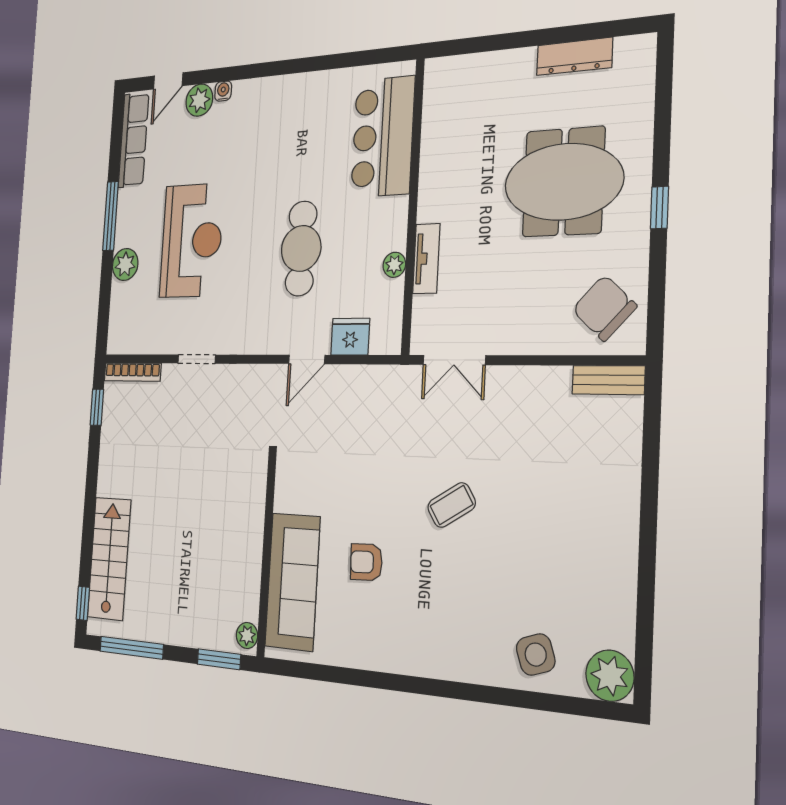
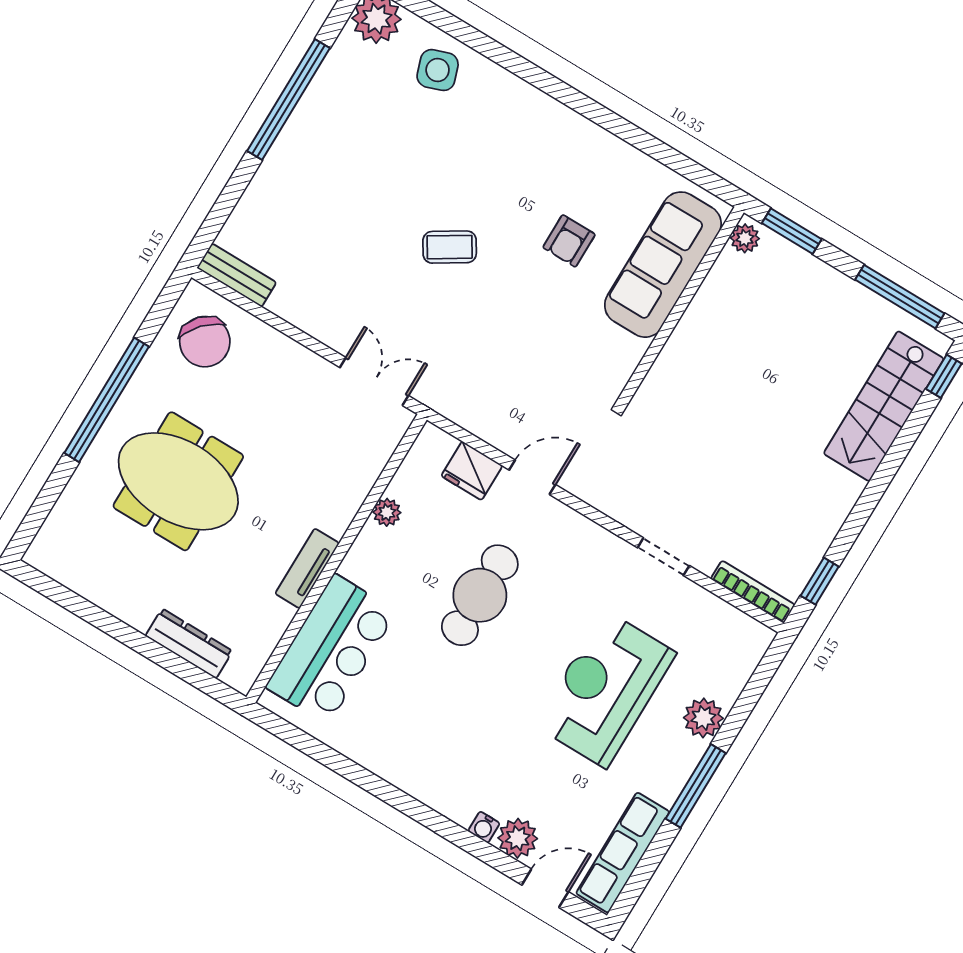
dresser: (574, 56) -> (189, 643), moved
window: (659, 208) -> (107, 400), width x3.17
tv unit: (426, 259) -> (307, 568), moved
window: (647, 561) -> (289, 100), added
armchair: (366, 562) -> (569, 241), turned 92

